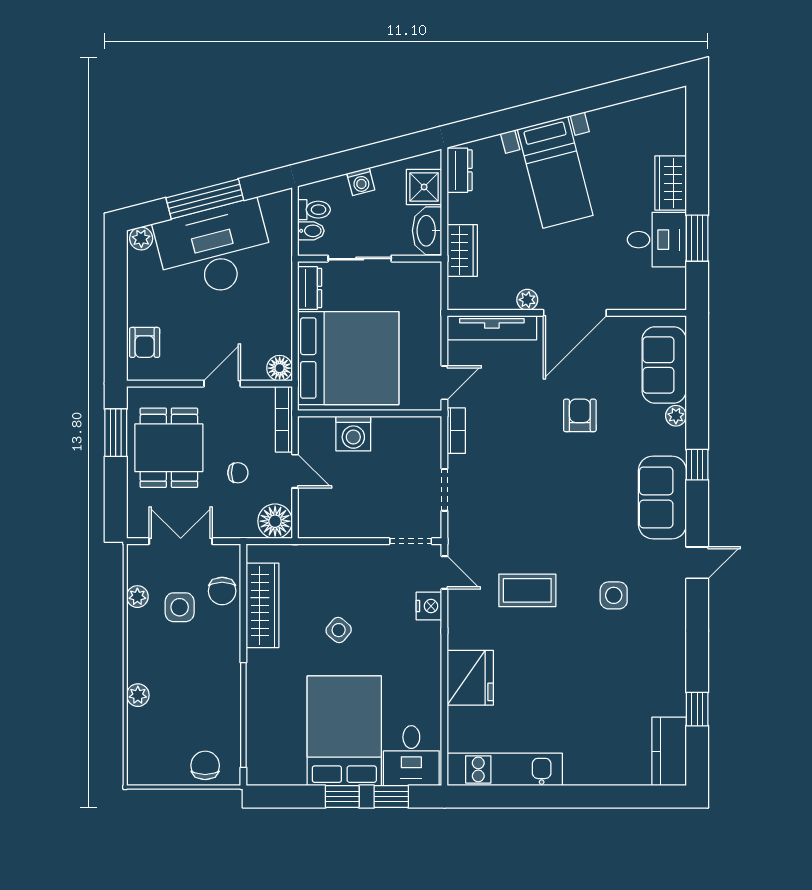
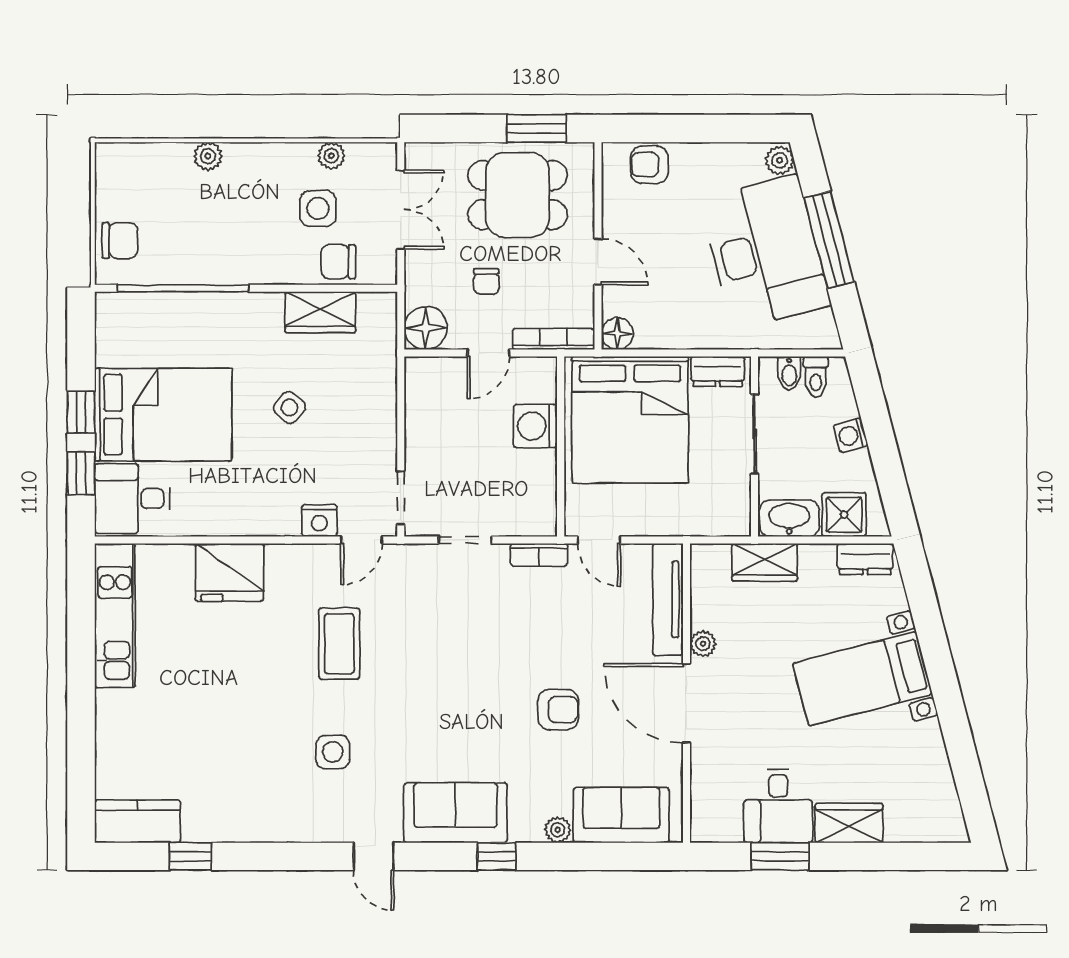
wardrobe: (262, 605) -> (320, 312), width x0.67

